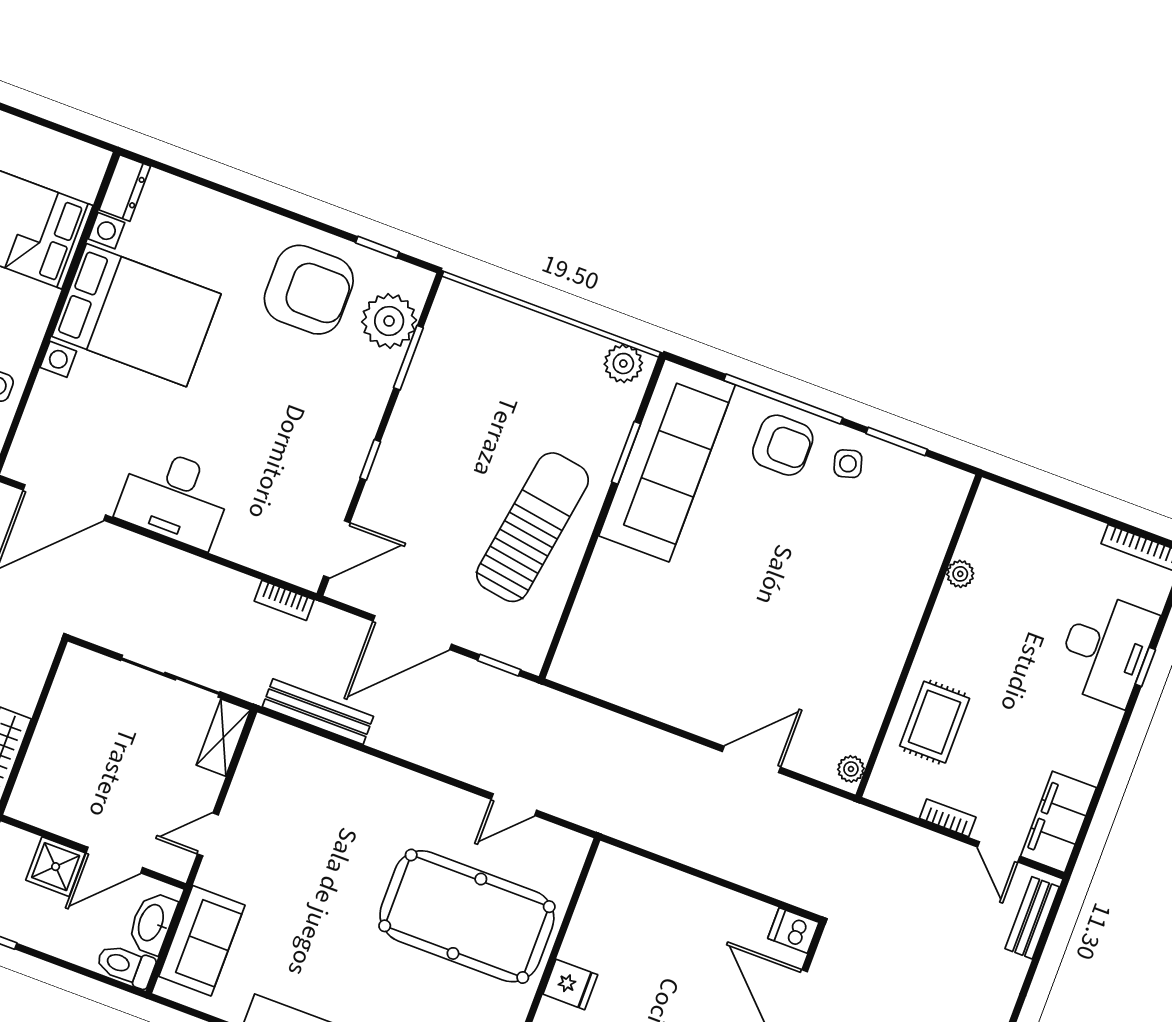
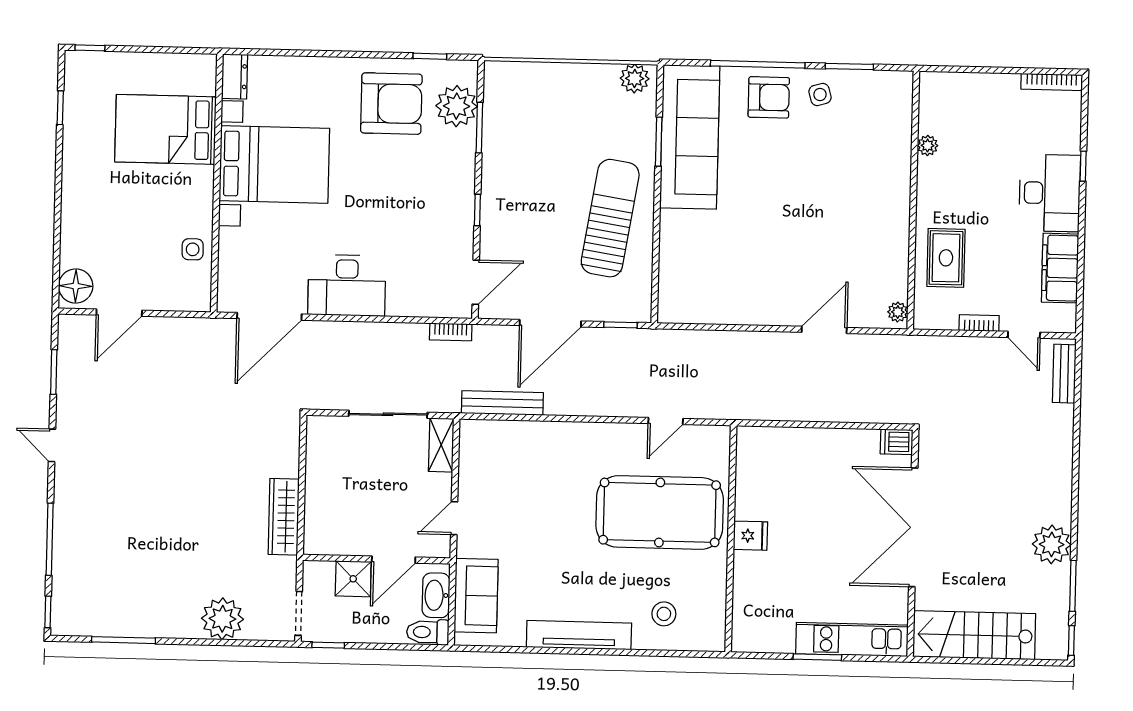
desk: (1106, 649) -> (1050, 193), moved
filing cabinet: (1058, 822) -> (1060, 268), moved

